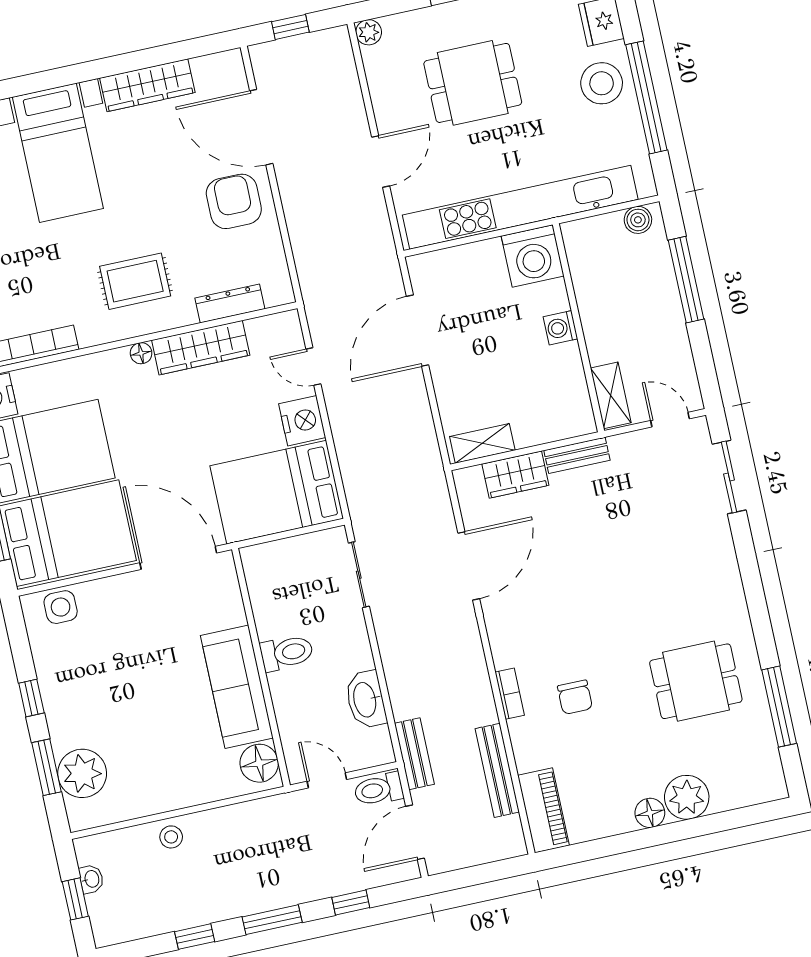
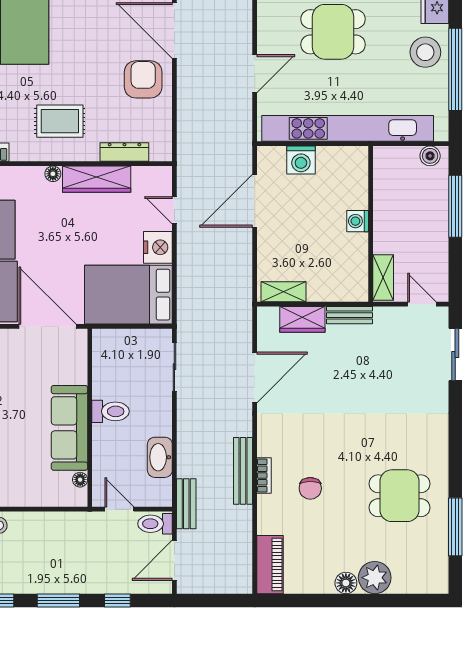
washing machine: (533, 256) -> (301, 160), moved, width x0.73, depth x0.73
floor lamp: (259, 763) -> (80, 480), width x0.53, depth x0.53
bench: (497, 770) -> (243, 471), moved

